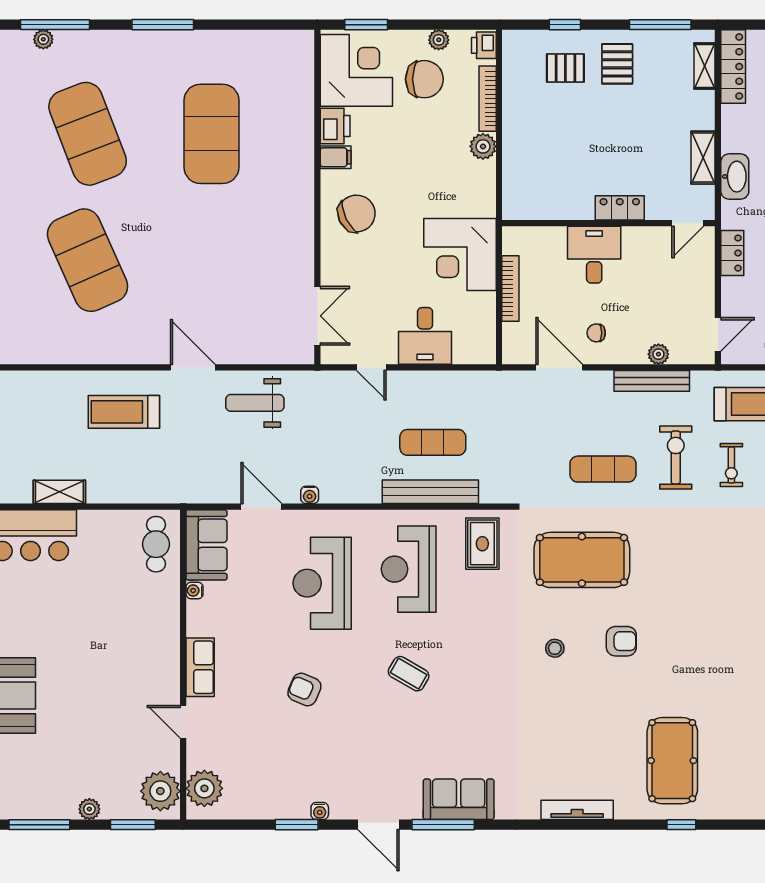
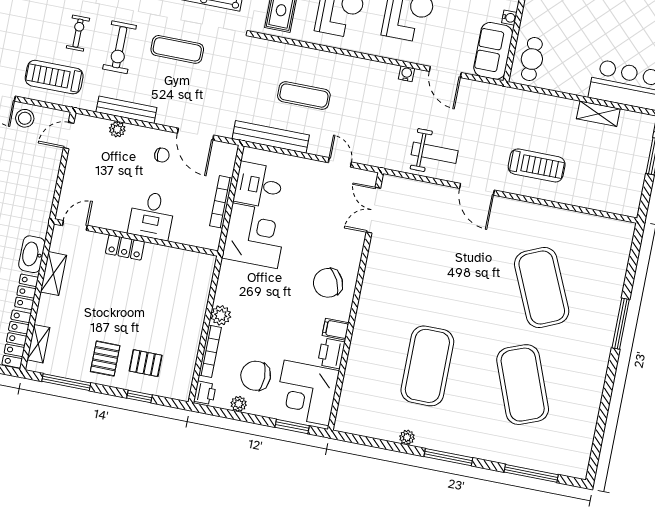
plant: (43, 39) -> (407, 437), moved
locker: (732, 253) -> (26, 292), moved
desk: (425, 336) -> (259, 185), moved, turned -90
bench: (430, 492) -> (271, 137), moved

